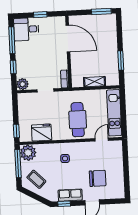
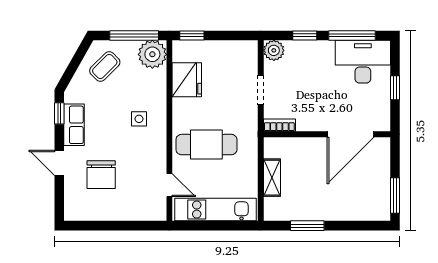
desk: (26, 29) -> (363, 62), width x1.37

